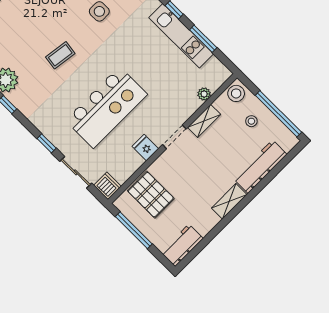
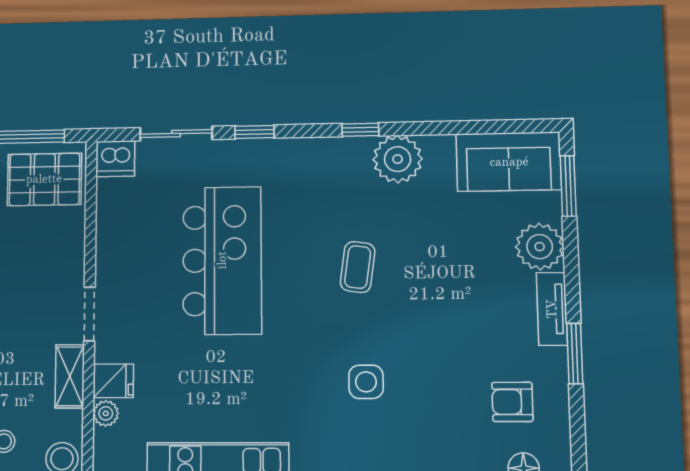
kitchen island: (106, 107) -> (222, 260), turned 180
fridge: (145, 148) -> (113, 381), moved
pallet: (151, 195) -> (44, 179), moved

